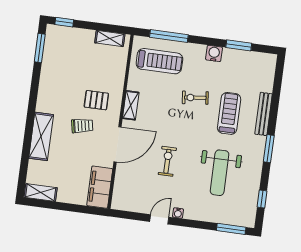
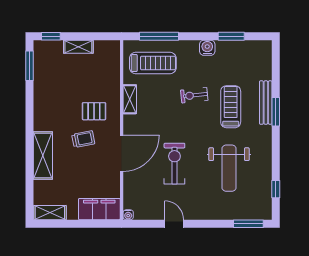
shelving: (110, 38) -> (78, 47), moved
shelving: (131, 105) -> (130, 99), moved
window: (269, 149) -> (276, 112), moved
exercise bike: (167, 161) -> (174, 164), width x1.38, depth x1.39
filing cabinet: (100, 187) -> (99, 209), moved, turned 90
water cooler: (178, 213) -> (128, 215), moved
door: (159, 219) -> (174, 224), hinge flipped

